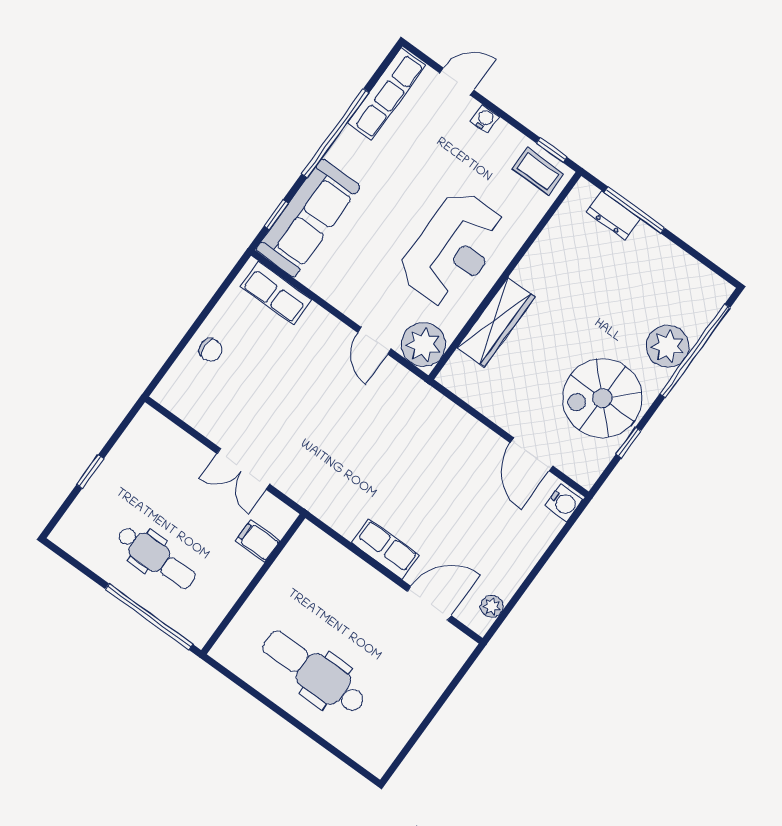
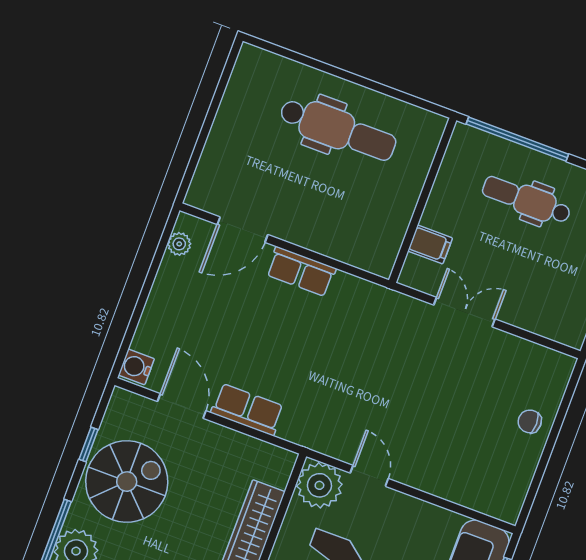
row of seats: (276, 293) -> (247, 409), moved

